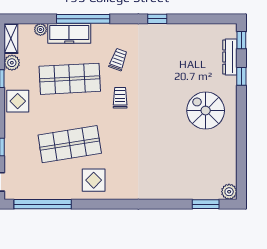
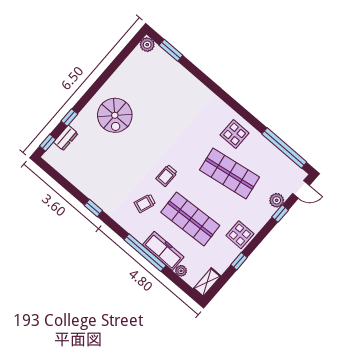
dresser: (230, 57) -> (66, 138), width x0.70
plant: (12, 63) -> (277, 200), moved

